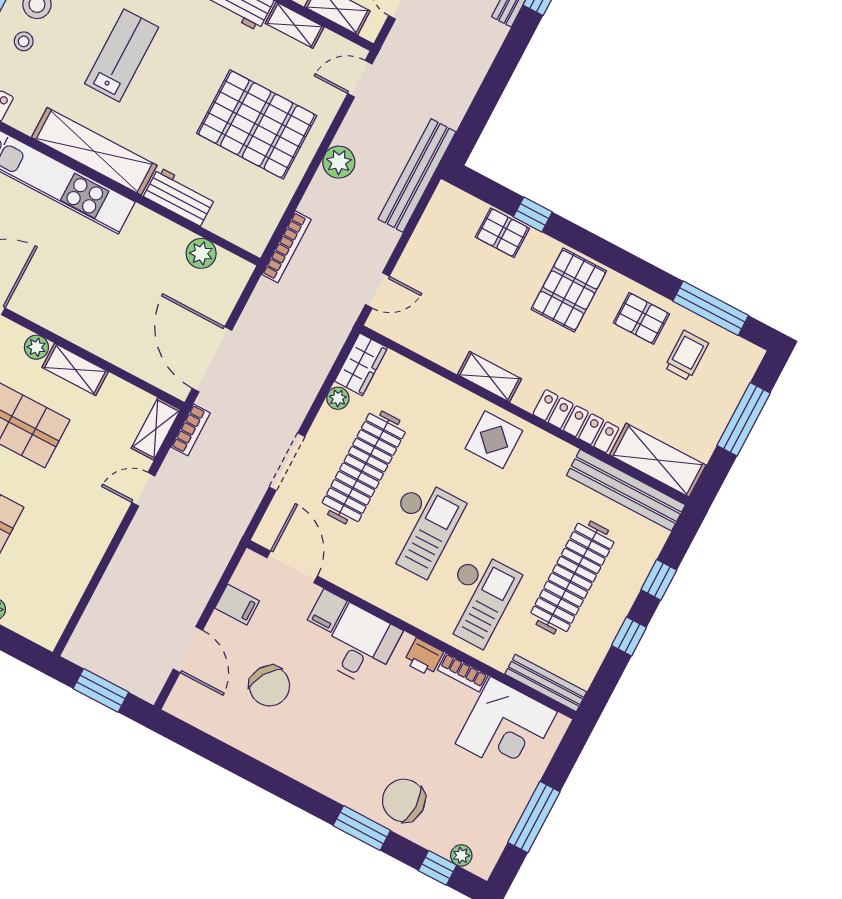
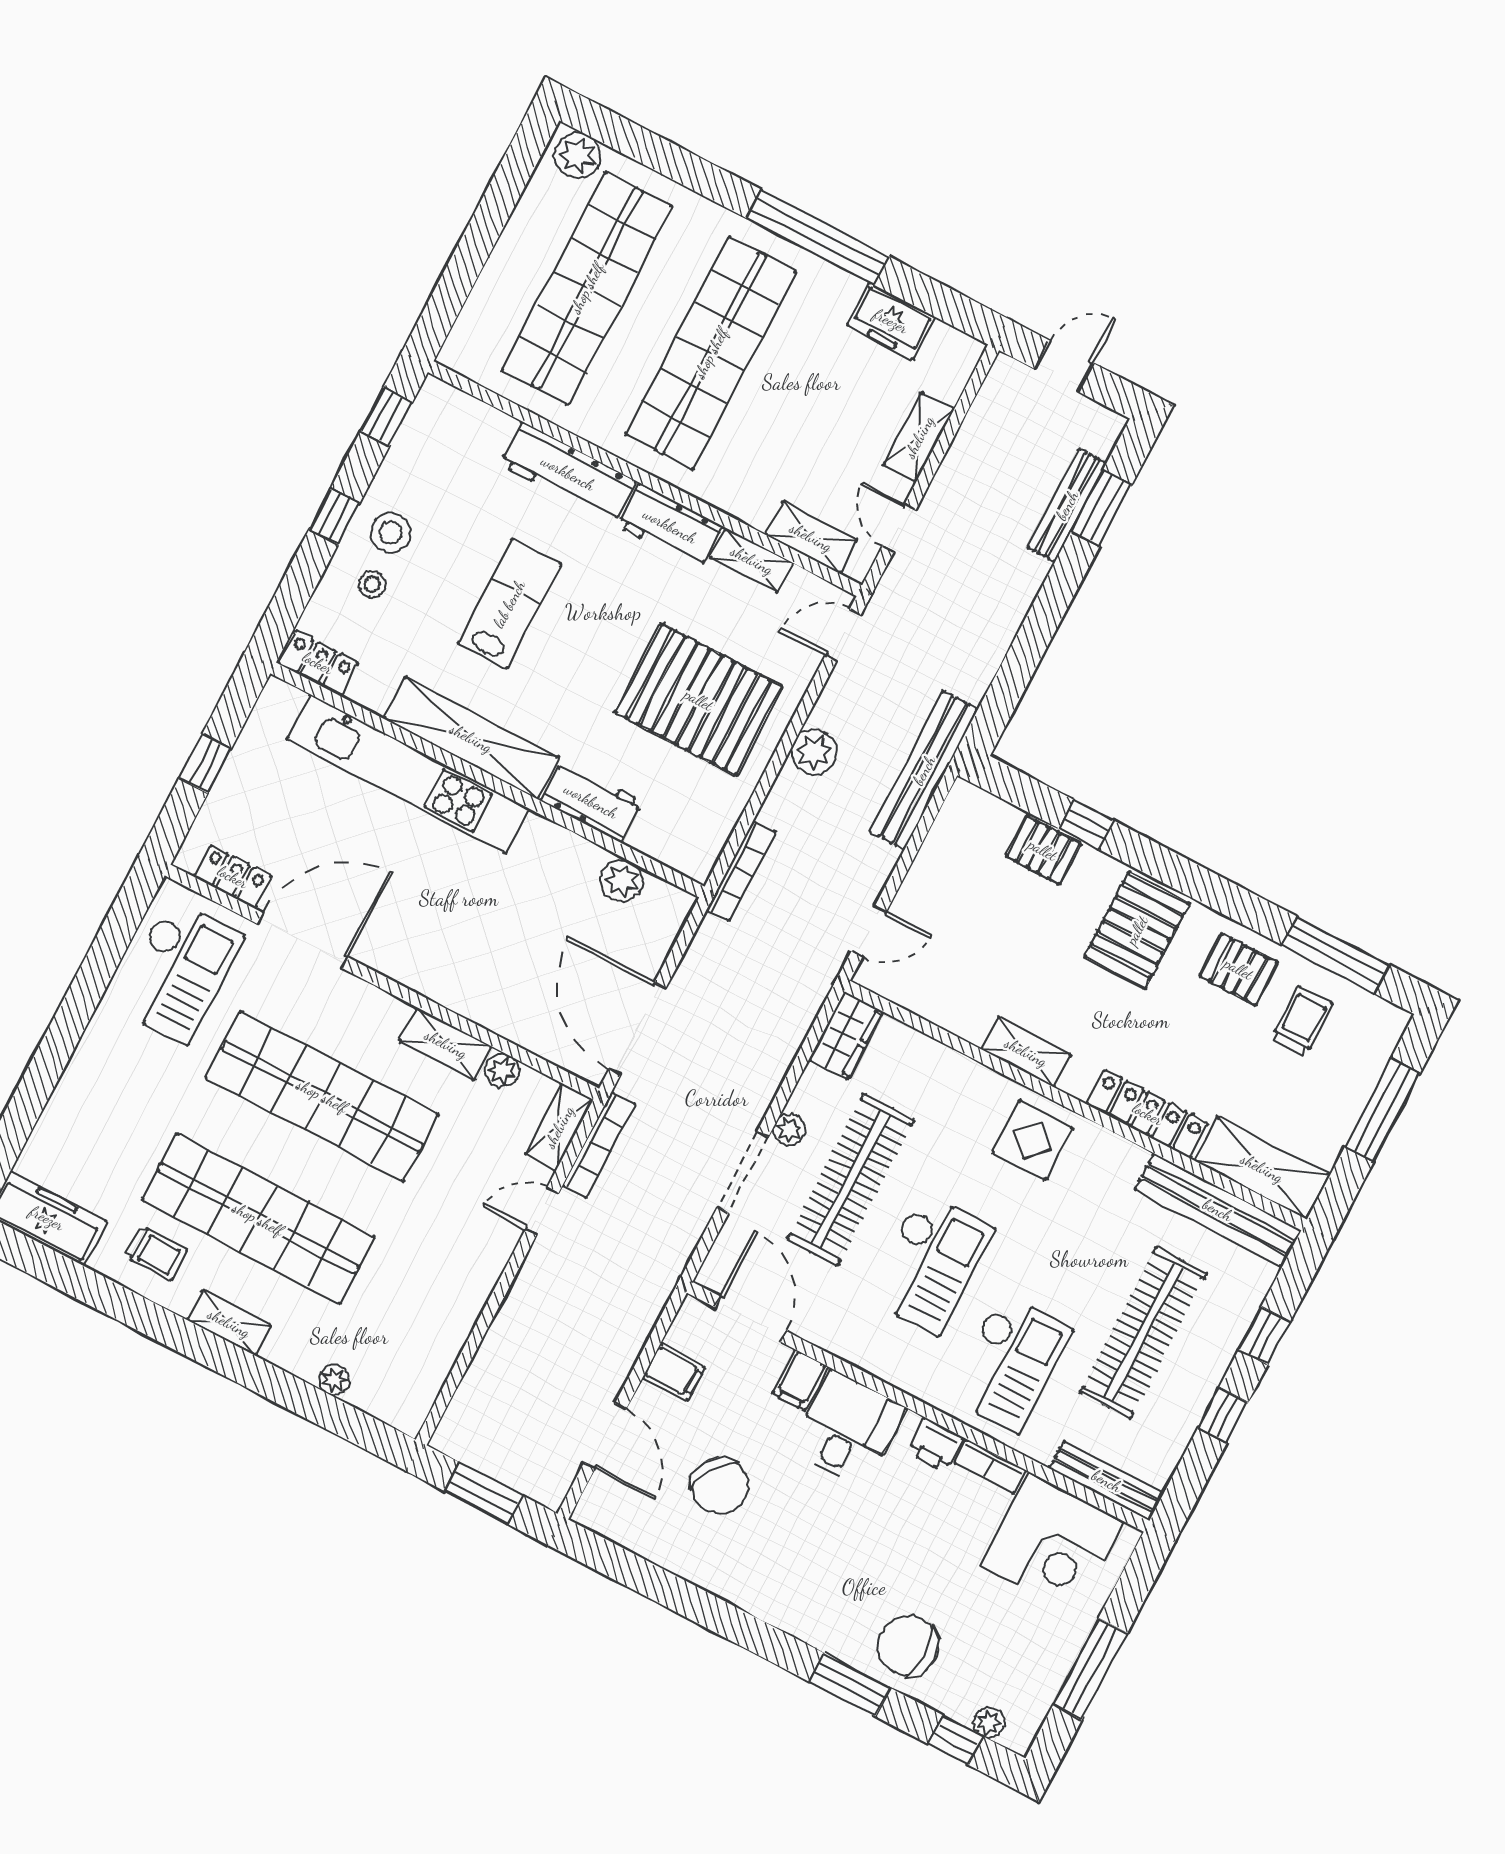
plant: (36, 347) -> (502, 1071), moved
plant: (338, 398) -> (789, 1130), moved
bookcase: (190, 430) -> (599, 1145), width x1.56

